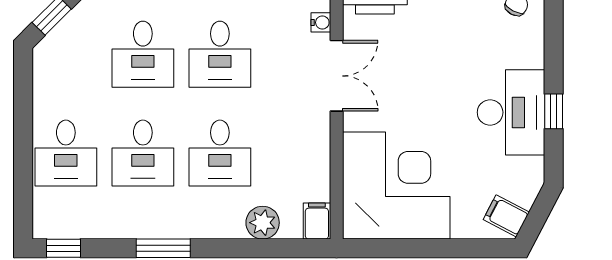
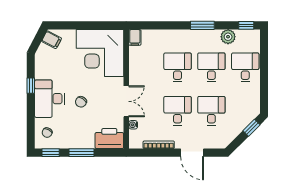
chair: (439, 75) -> (81, 102), added
double door: (337, 76) -> (126, 101), swing flipped
desk: (511, 112) -> (50, 99), moved
plant: (263, 223) -> (228, 37), moved

